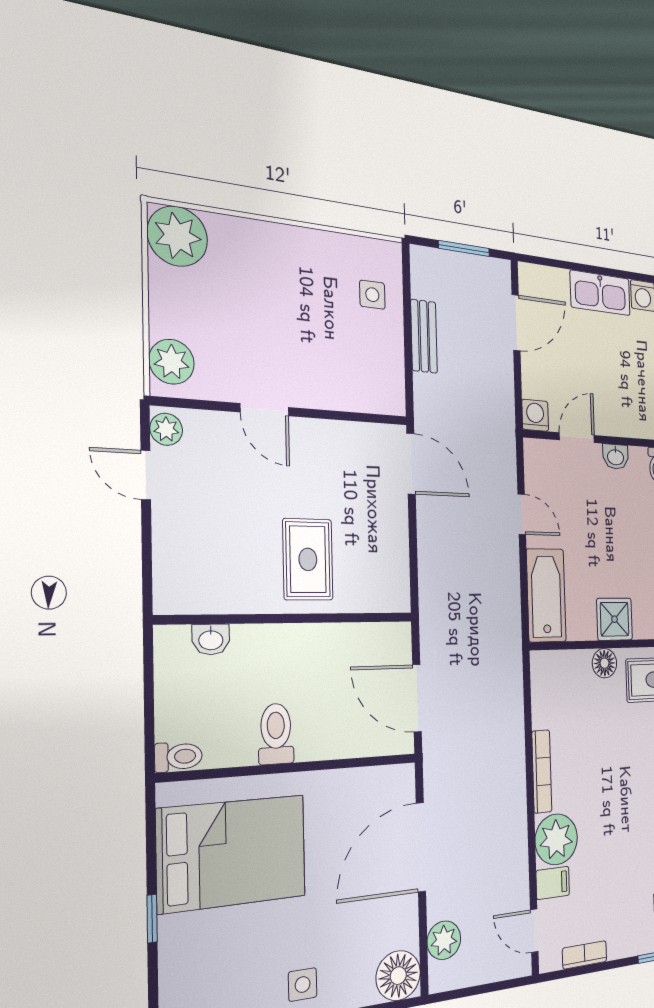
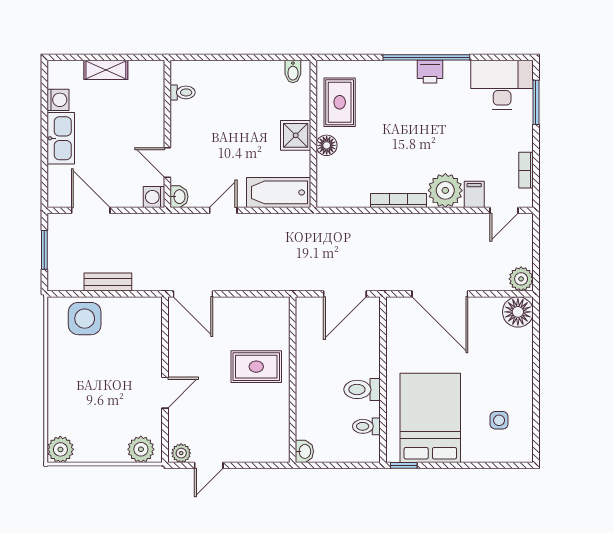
plant: (178, 236) -> (60, 449), width x0.73, depth x0.73
side table: (372, 295) -> (85, 319), width x1.87, depth x1.87
washbasin: (616, 457) -> (179, 197), moved
door: (411, 464) -> (193, 294), swing flipped
washbasin: (211, 639) -> (304, 451), moved
toilet: (178, 757) -> (366, 426), moved, turned -90
window: (152, 919) -> (404, 465), moved
plant: (444, 940) -> (521, 279), moved
side table: (303, 985) -> (499, 420), moved

